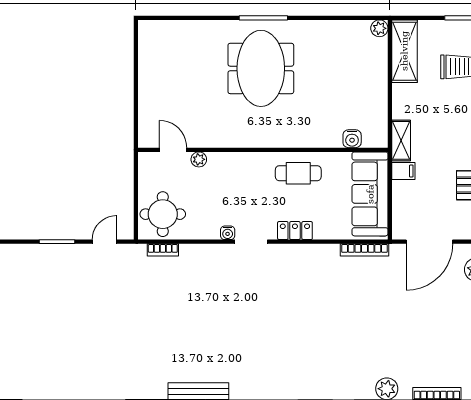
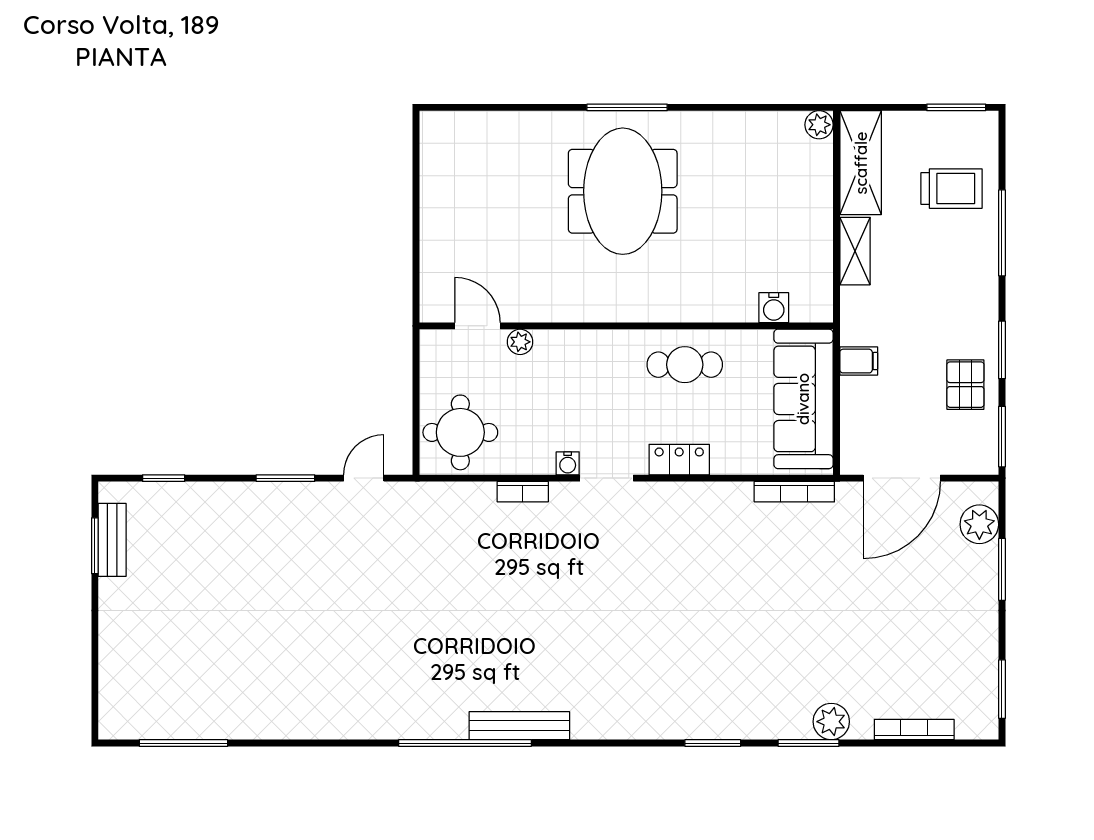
shelving: (401, 140) -> (855, 251), moved
bookcase: (163, 250) -> (523, 492), moved

